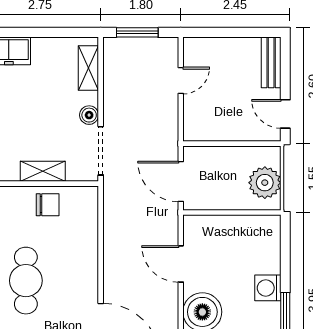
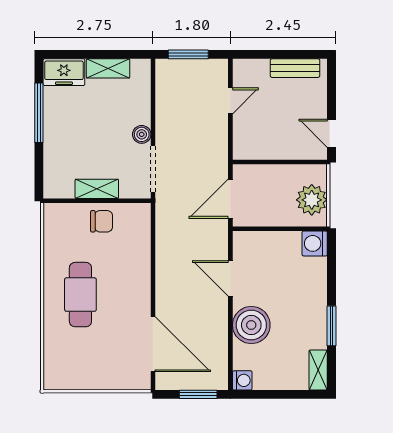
bench: (271, 62) -> (295, 68), moved, turned 90
shelving: (88, 68) -> (108, 68), moved, turned 90
door: (181, 182) -> (230, 199), hinge flipped
washing machine: (268, 288) -> (315, 243), moved

